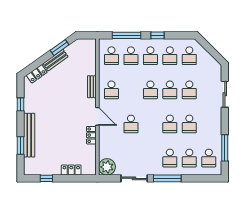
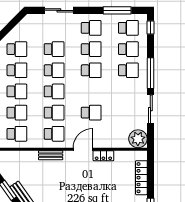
school desk: (131, 90) -> (54, 113), added
school desk: (209, 124) -> (91, 28), added
locker: (71, 170) -> (141, 178), width x1.53
window: (209, 178) -> (150, 28), added

